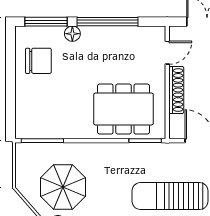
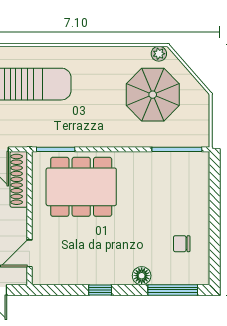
window: (107, 22) -> (100, 290), width x0.32
chair: (38, 61) -> (182, 244), width x0.54, depth x0.54
shoe rack: (176, 90) -> (19, 179), moved

